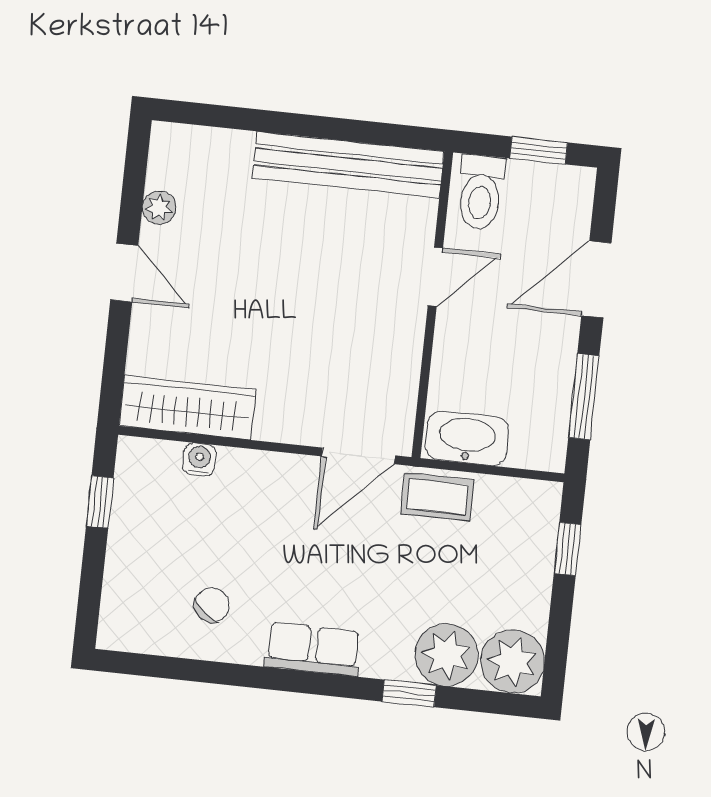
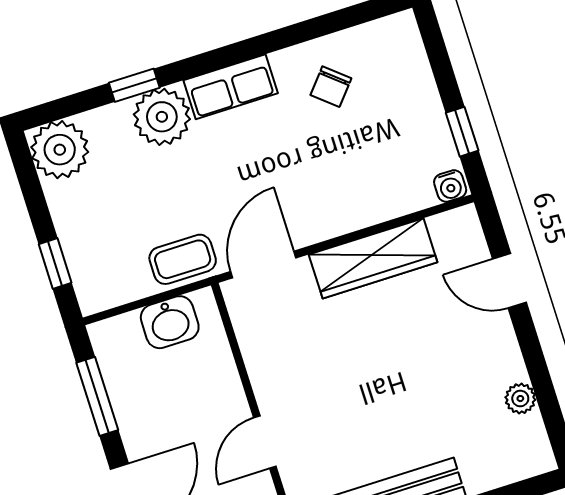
door: (124, 273) -> (509, 281), moved
wardrobe: (187, 408) -> (373, 258), moved
washbasin: (467, 438) -> (170, 322), width x0.72
water cooler: (199, 459) -> (450, 186), moved
plant: (447, 655) -> (162, 117), moved

